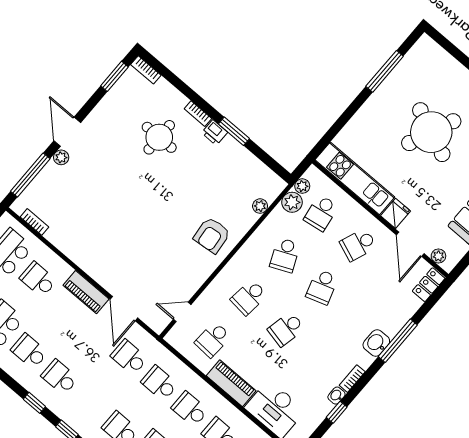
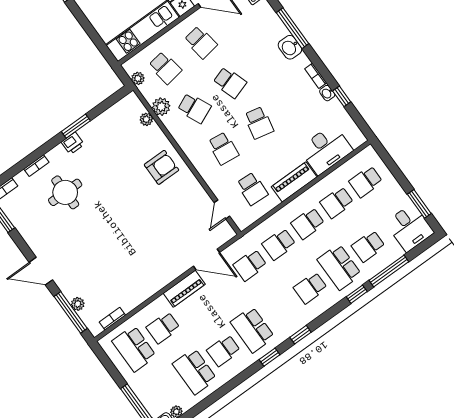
bookcase: (198, 114) -> (36, 166), moved
plant: (61, 157) -> (78, 304), moved
plant: (292, 202) -> (161, 107), moved
armchair: (212, 235) -> (161, 167), turned -84
school desk: (358, 245) -> (201, 42), turned -30
school desk: (60, 377) -> (253, 330), width x1.85

